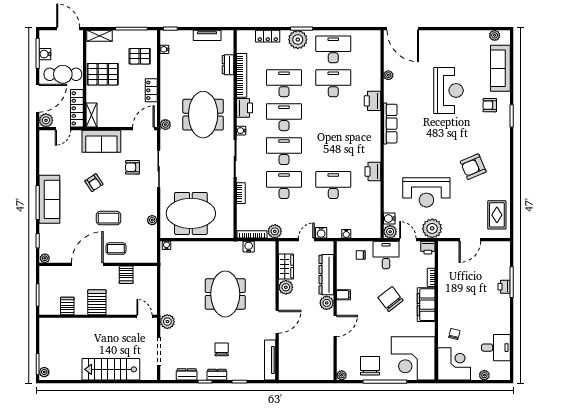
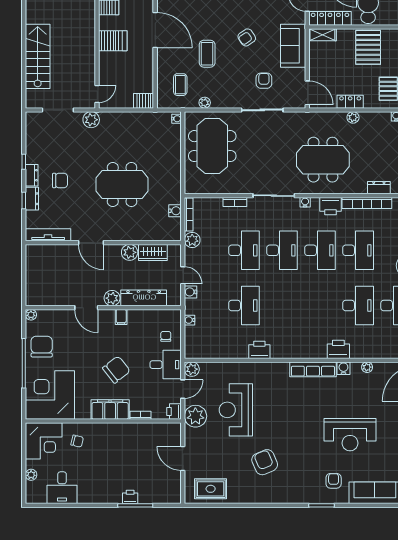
plant: (165, 125) -> (353, 117), moved
water cooler: (389, 219) -> (343, 368), moved
coffee table: (116, 249) -> (180, 85), moved
server rack: (126, 275) -> (144, 101), moved
chair: (370, 366) -> (42, 347), turned -90
dresser: (187, 374) -> (32, 199), moved

